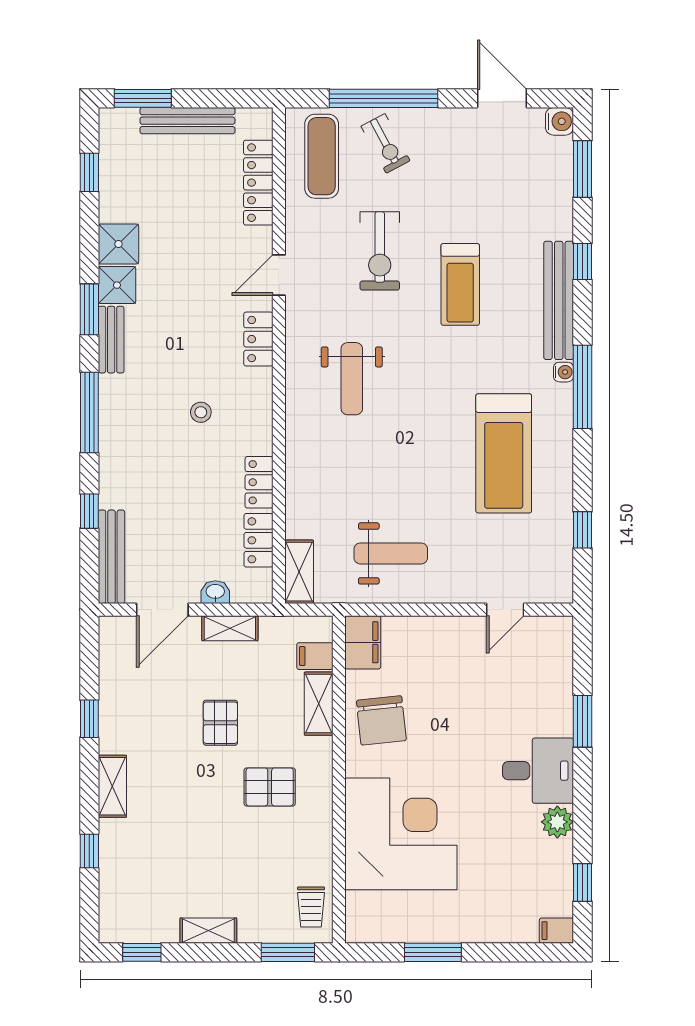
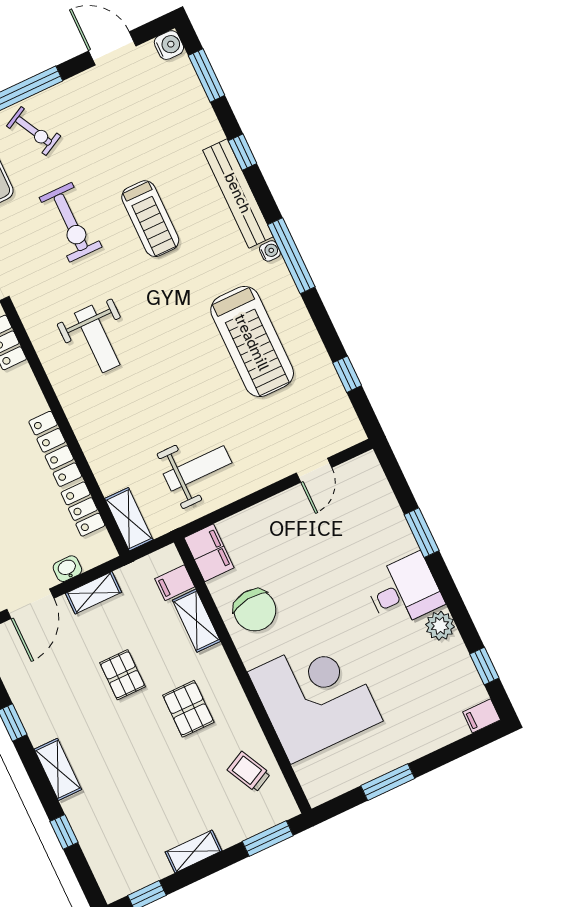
locker: (259, 482) -> (55, 449), width x1.53
pallet: (270, 787) -> (188, 709), turned 90
trolley: (311, 907) -> (249, 772), moved, turned 153

